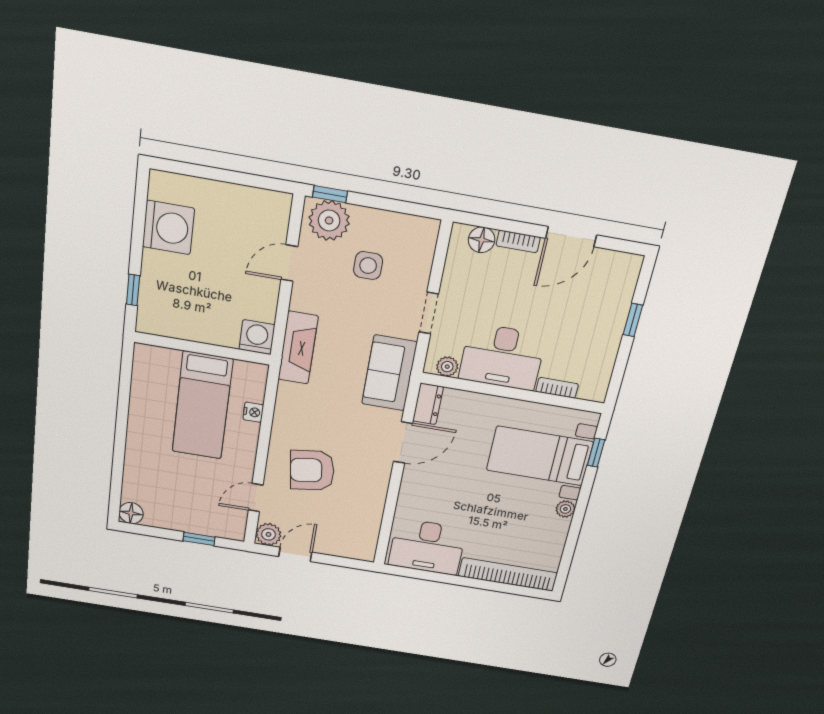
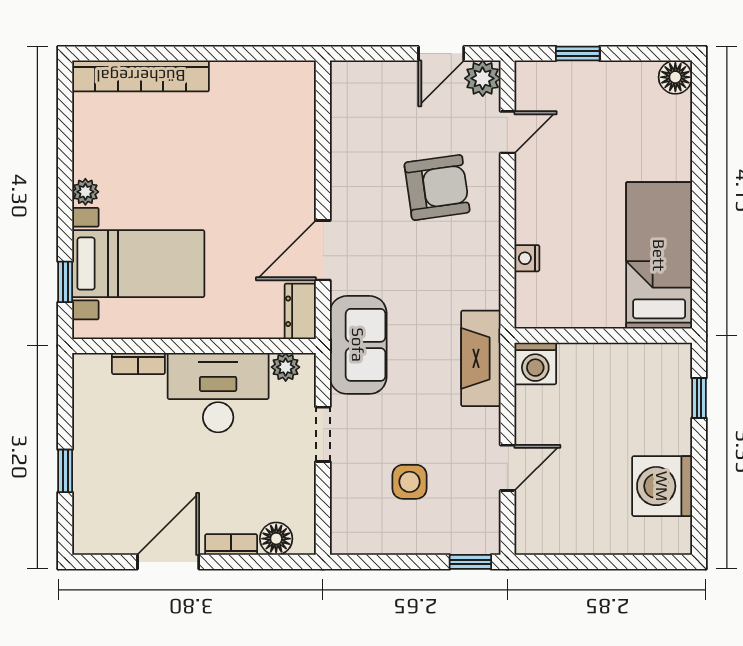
plant: (329, 220) -> (466, 530), removed
bed: (202, 406) -> (659, 255), moved
desk: (427, 547) -> (261, 99), removed

